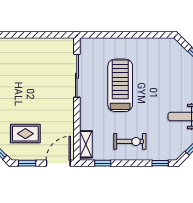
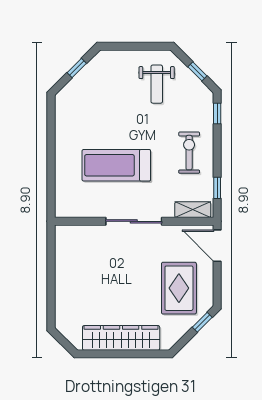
sliding door: (77, 76) -> (134, 221), moved
rug: (25, 134) -> (179, 288), width x1.36, depth x1.43
window: (27, 163) -> (217, 286), removed

